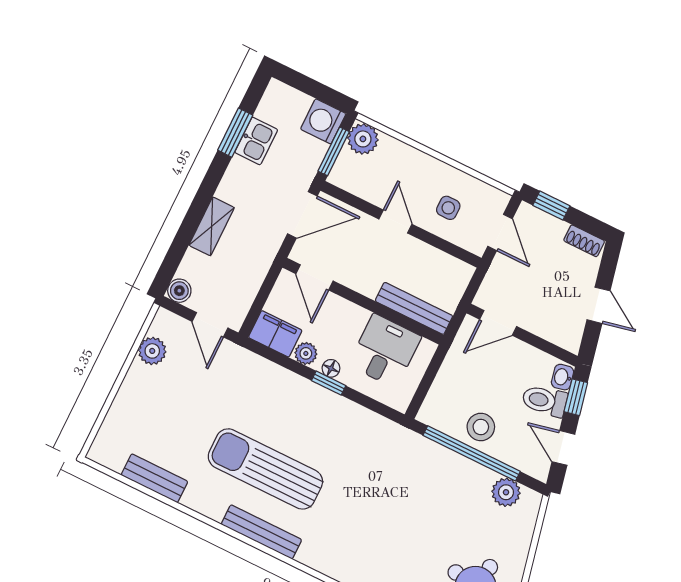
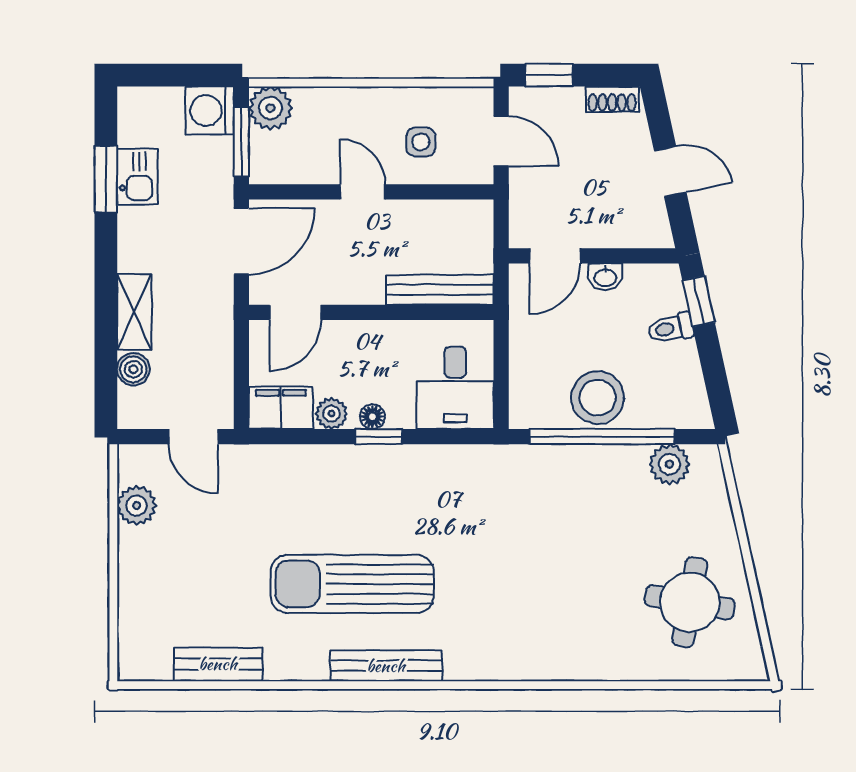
door: (314, 277) -> (295, 312), hinge flipped
boiler: (179, 291) -> (133, 369), moved
desk: (385, 351) -> (455, 388), moved, turned 180
washbasin: (562, 377) -> (605, 277), moved, turned -78
toilet: (544, 401) -> (671, 328), width x0.73, depth x0.72
stool: (481, 427) -> (597, 398), width x1.38, depth x1.38
door: (563, 448) -> (714, 373), removed

